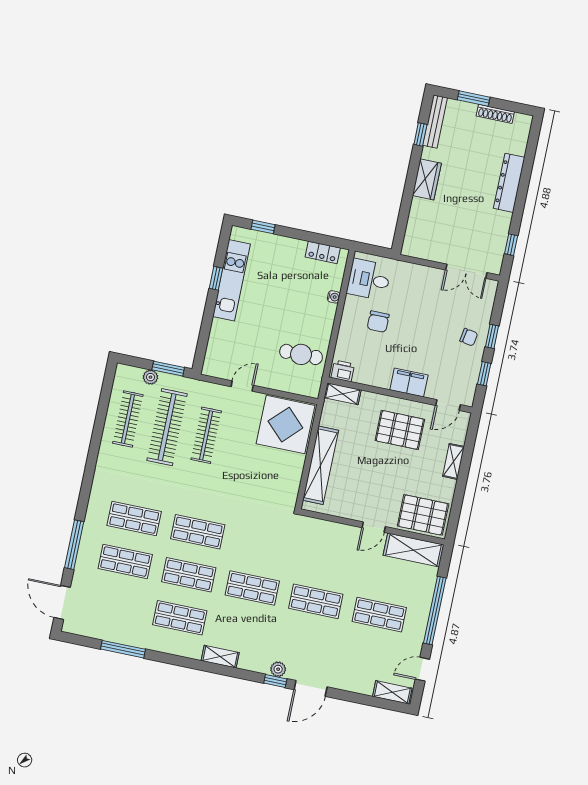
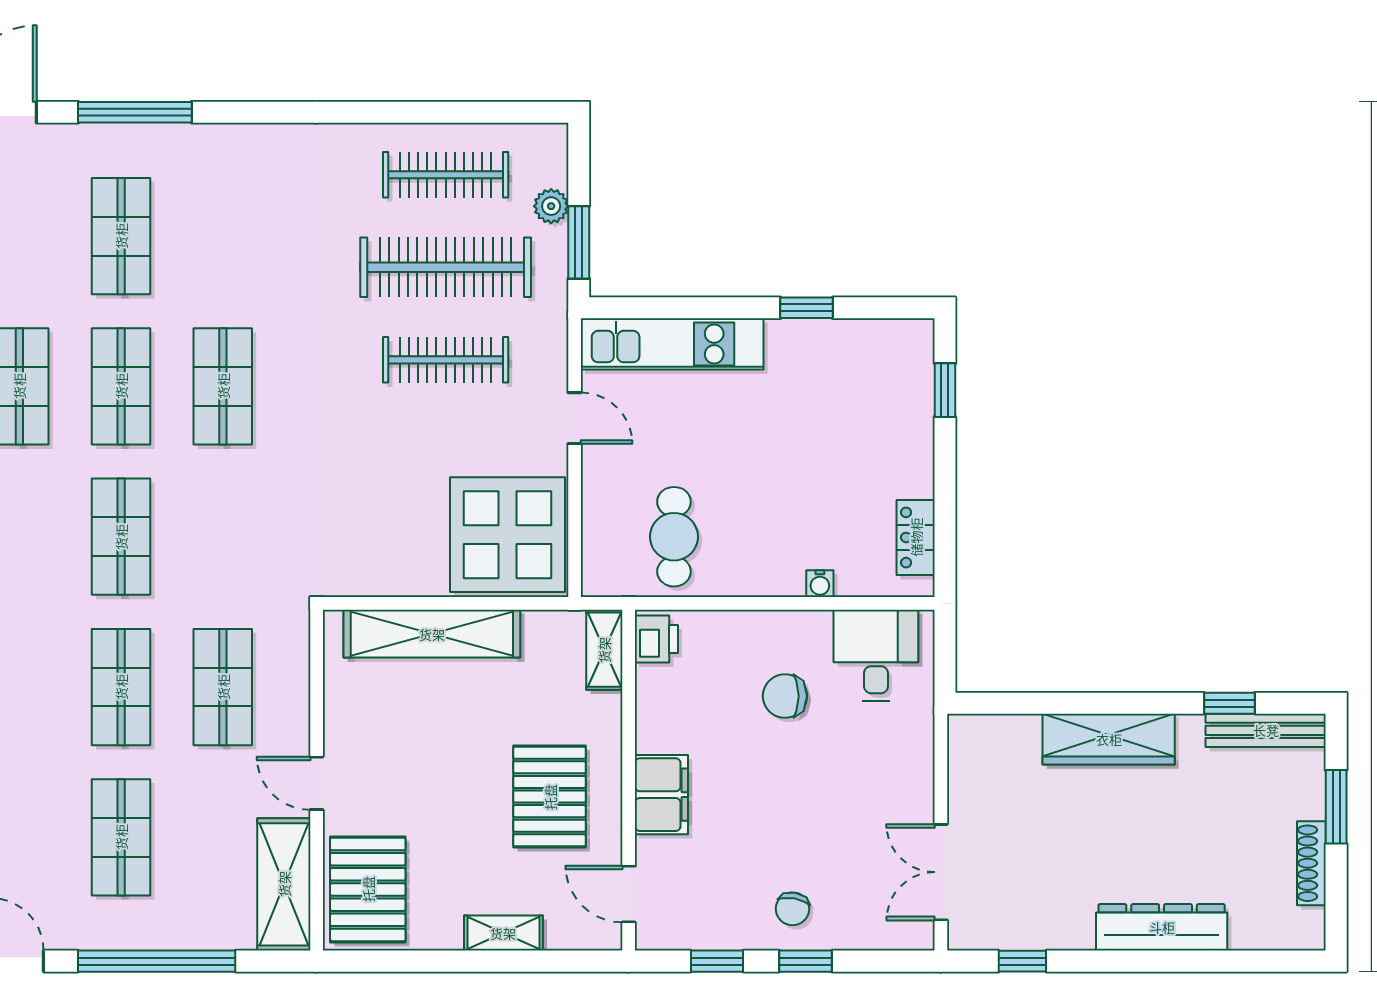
wardrobe: (427, 179) -> (1109, 739), width x1.50
kitchen unit: (232, 280) -> (672, 344), moved
shop shelf: (134, 519) -> (223, 687), moved

